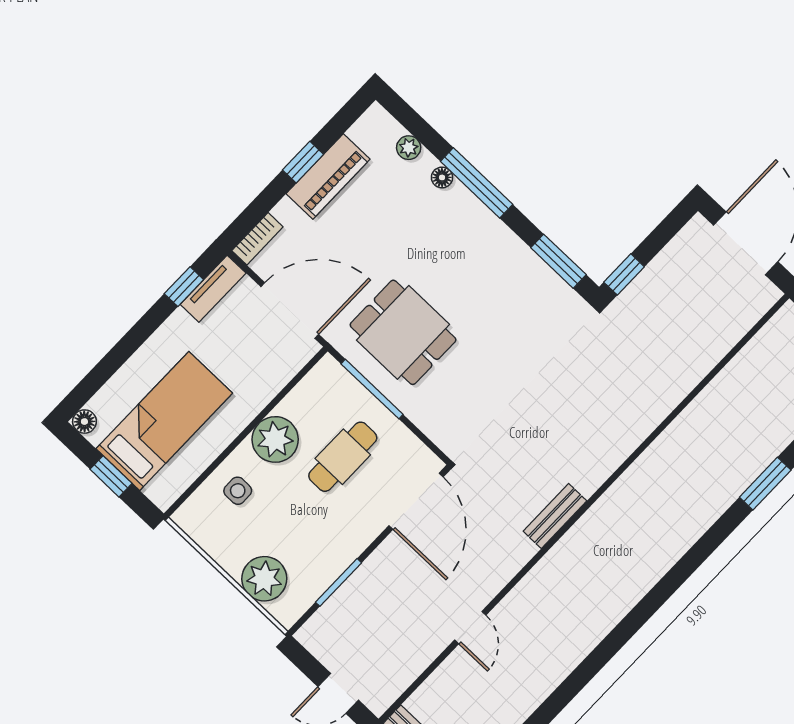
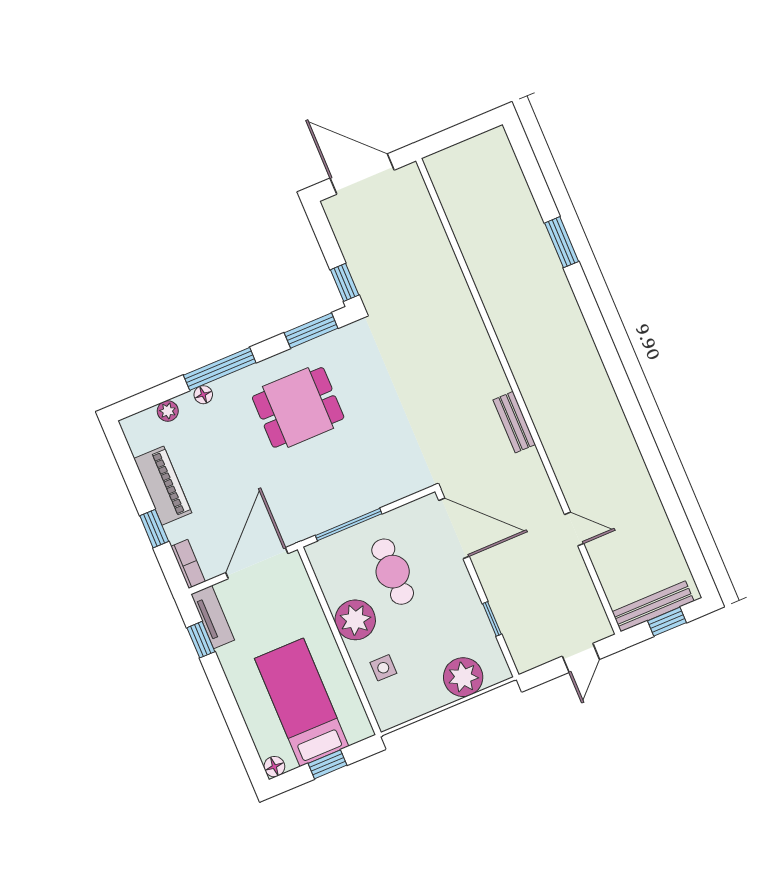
window: (303, 162) -> (154, 529), moved
dining table: (403, 332) -> (298, 407), moved
window: (339, 582) -> (492, 619), width x0.67

